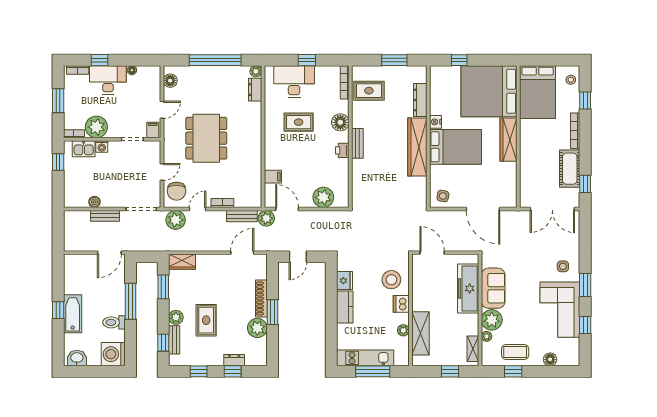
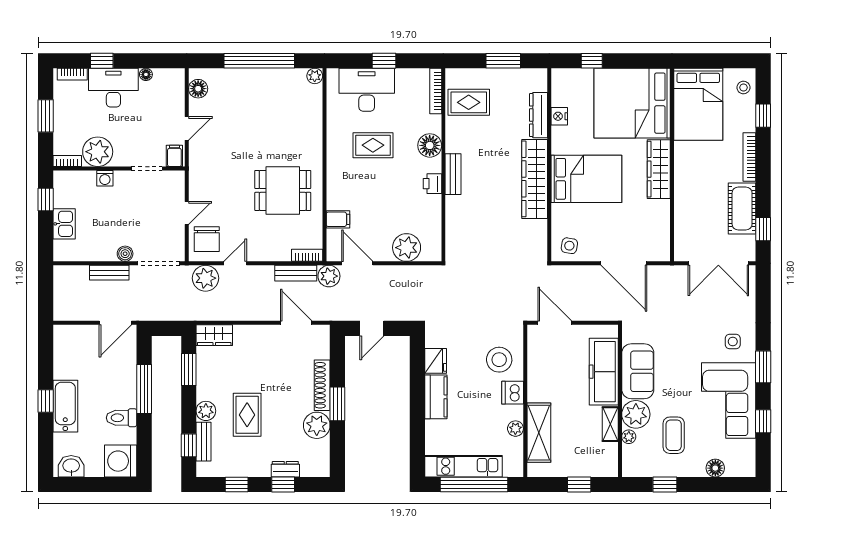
dresser: (255, 90) -> (314, 101), removed
nightstand: (436, 122) -> (559, 116), moved
dining table: (206, 138) -> (283, 190), moved, width x0.73
kitchen sink: (84, 149) -> (64, 224), moved, turned -90
boiler: (94, 202) -> (125, 254), moved
bookcase: (222, 203) -> (307, 255), moved
door: (242, 253) -> (296, 323), hinge flipped
shelving: (473, 349) -> (610, 424), moved
coffee table: (515, 352) -> (674, 435), moved, turned 90
window: (373, 371) -> (474, 485), width x1.46

